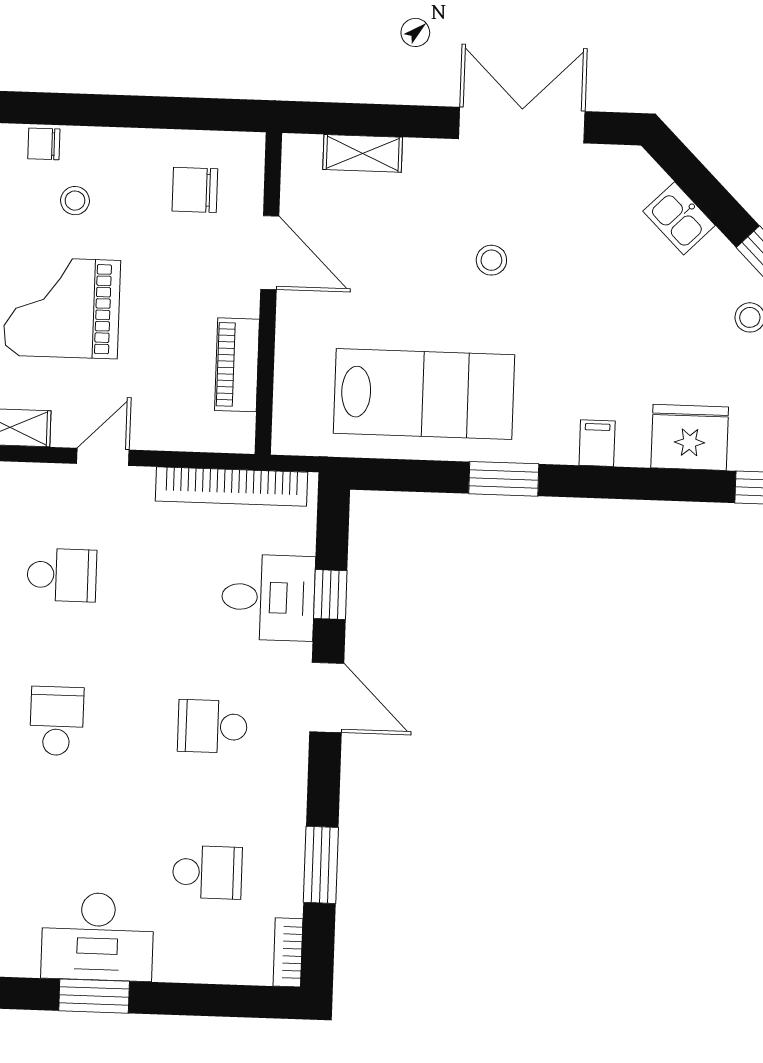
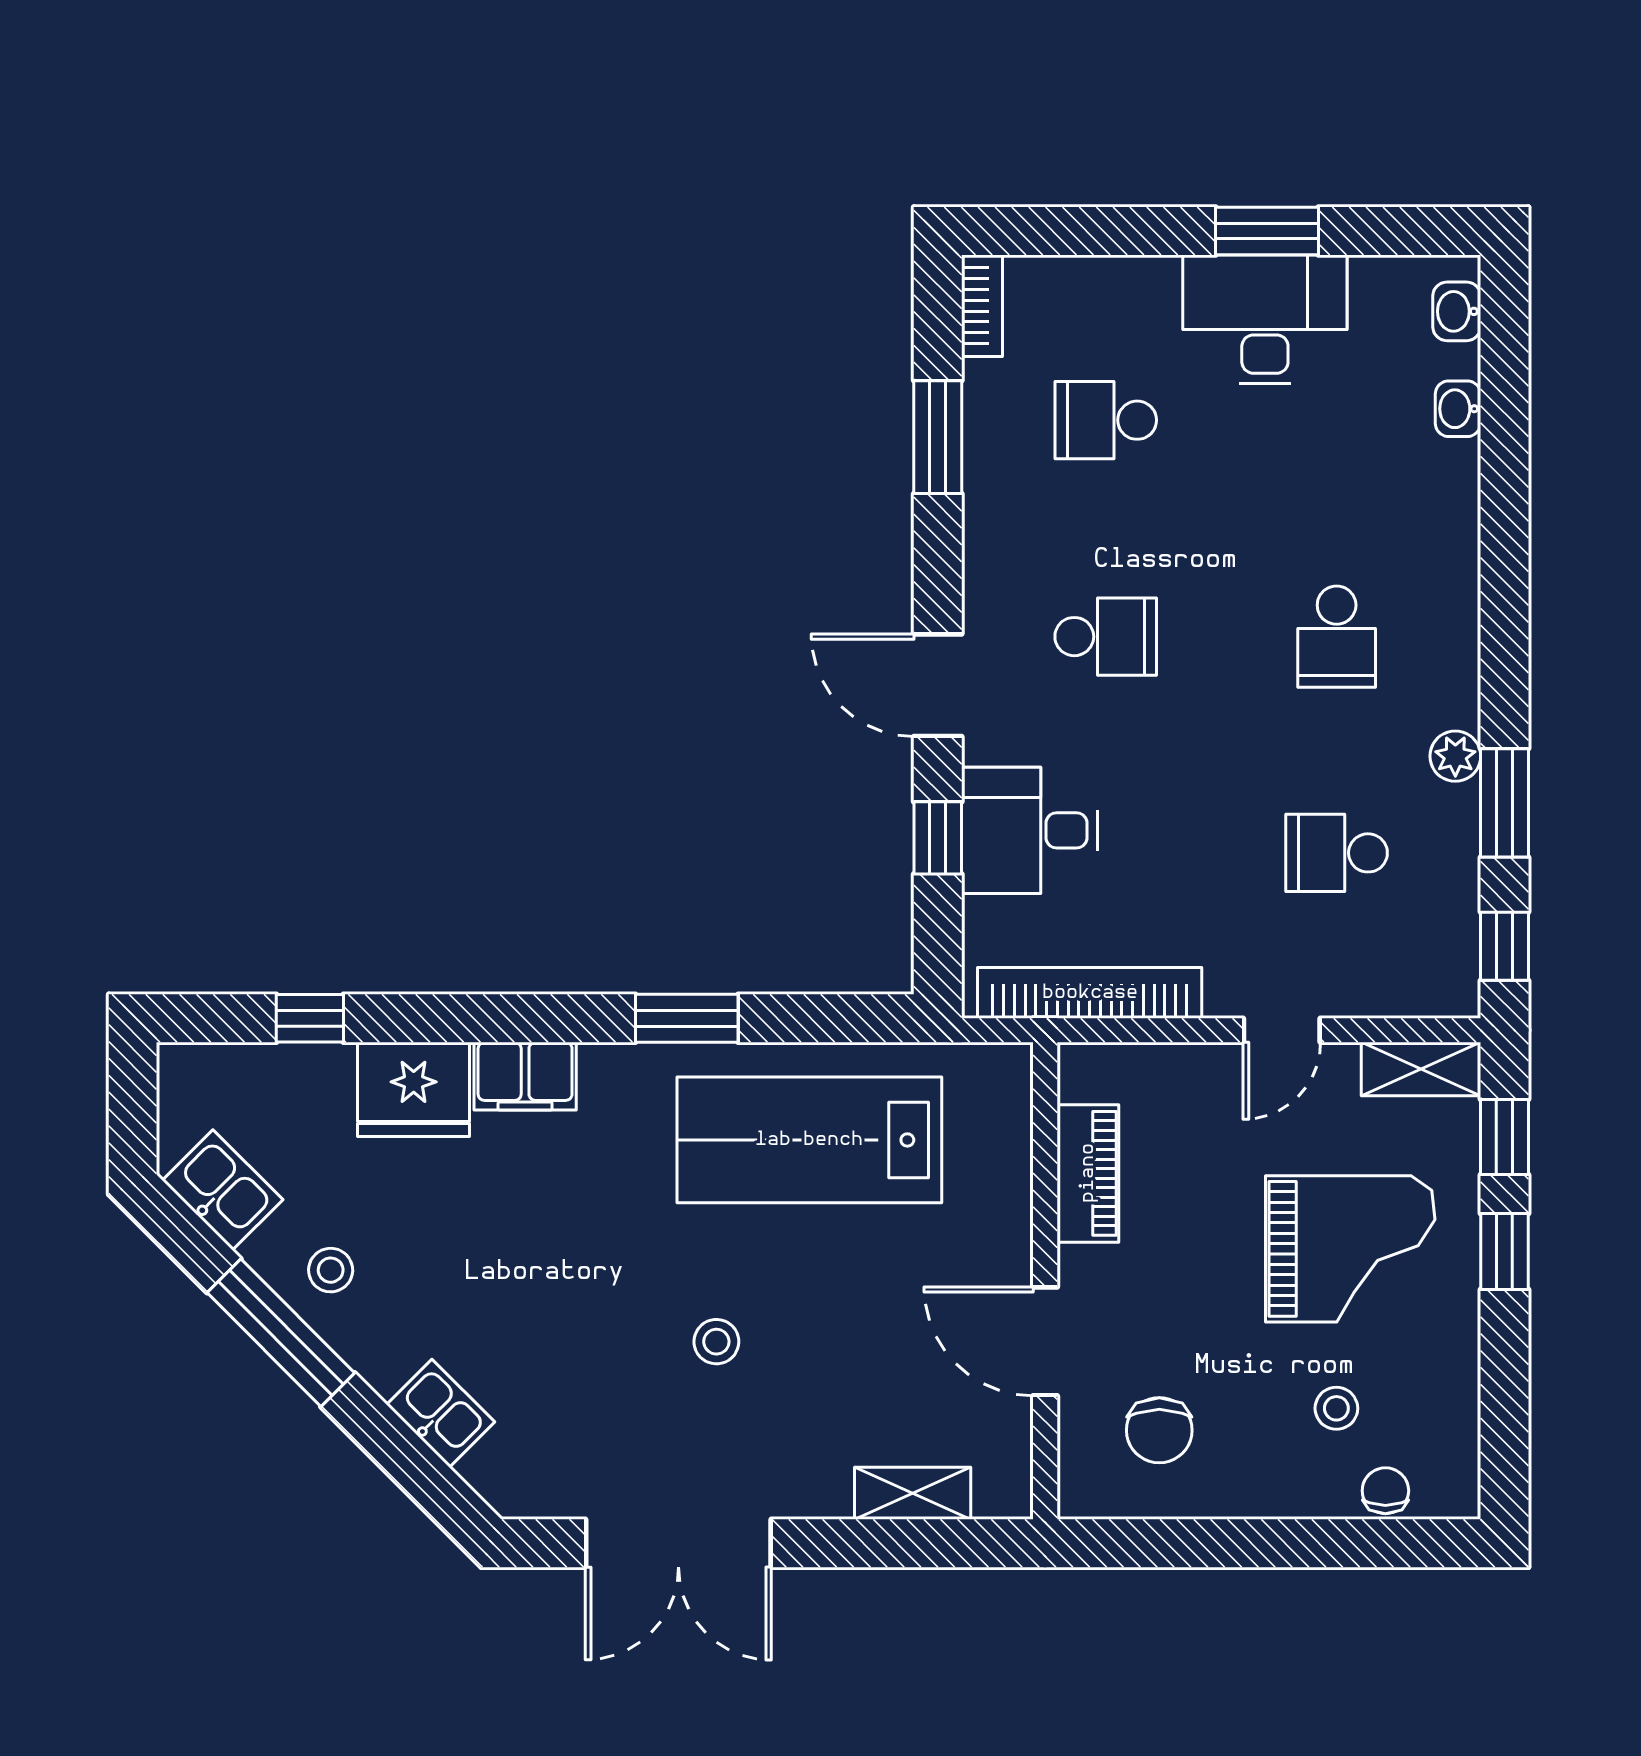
chair: (44, 144) -> (1385, 1491), turned -90
chair: (195, 190) -> (1159, 1430), turned 90
filing cabinet: (597, 443) -> (525, 1076), width x2.00

